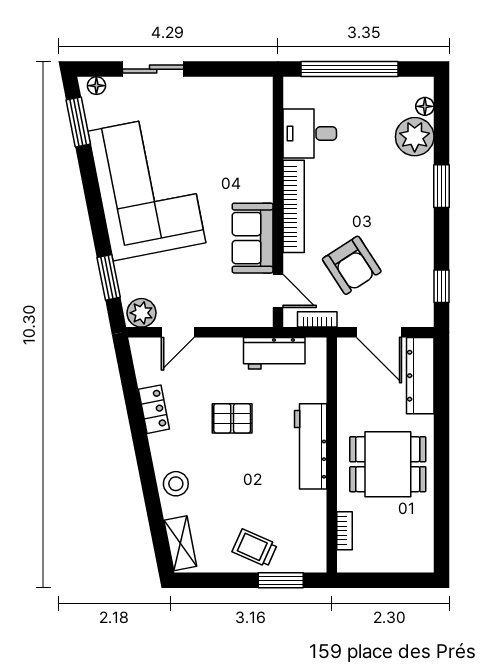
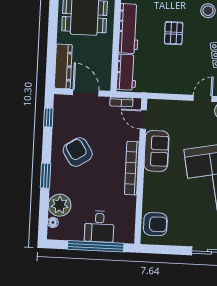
armchair: (248, 112) -> (155, 224), added
desk: (310, 134) -> (99, 226), moved, turned 90
armchair: (352, 265) -> (78, 152), moved
workbench: (274, 353) -> (127, 72), moved, turned 90
pallet: (232, 418) -> (174, 33), moved, turned 90

